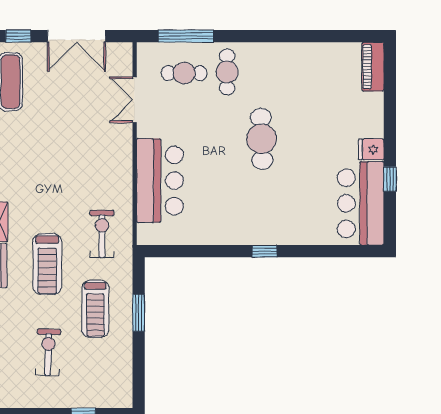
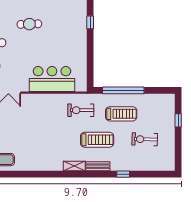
cafe table: (262, 139) -> (29, 24), width x0.73, depth x0.74
window: (139, 313) -> (123, 90), width x2.11

